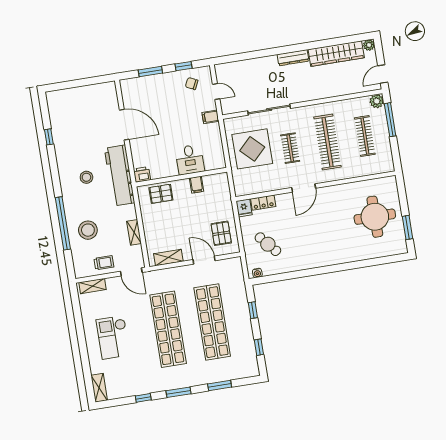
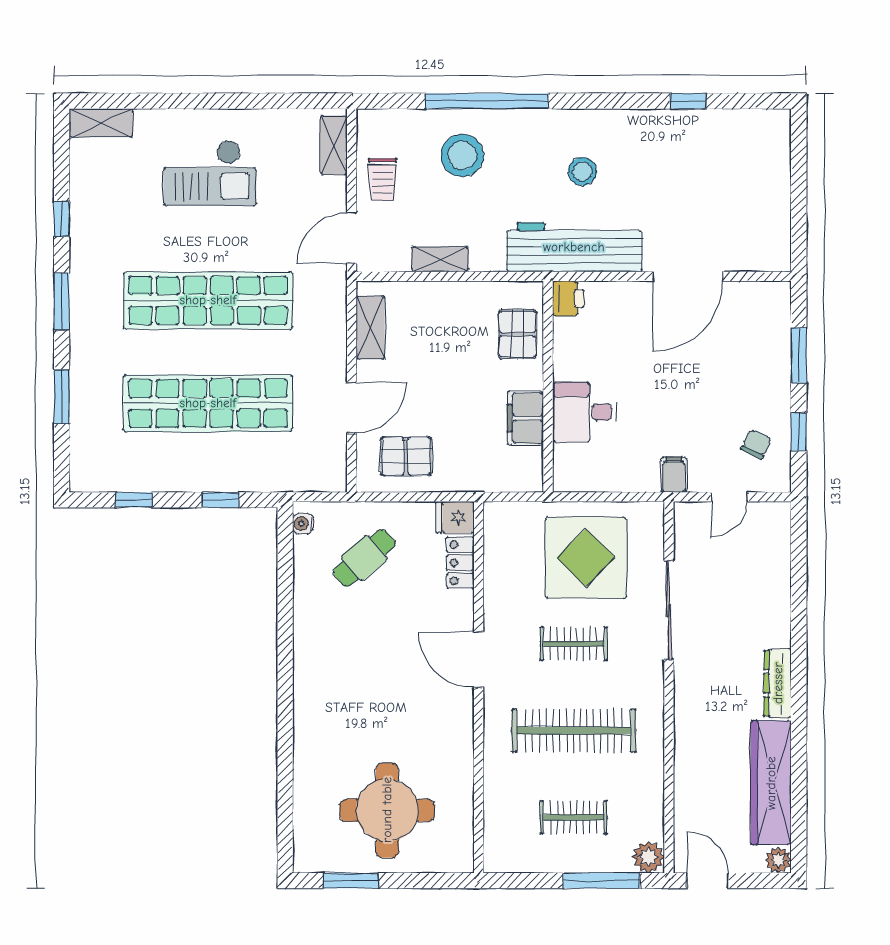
clothes rail: (365, 136) -> (574, 817), width x0.73
filing cabinet: (197, 185) -> (525, 418), width x2.00
checkout: (113, 337) -> (210, 173), turned 180

